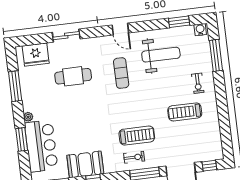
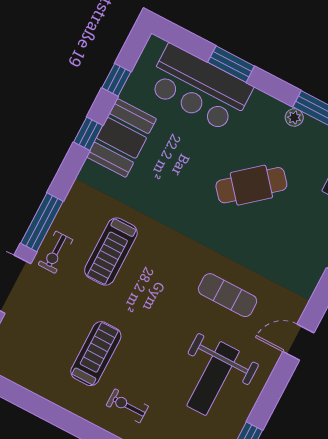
cafe table: (73, 76) -> (251, 185), moved, turned 50
plant: (28, 117) -> (294, 117), moved
exercise bike: (134, 157) -> (55, 252), moved

